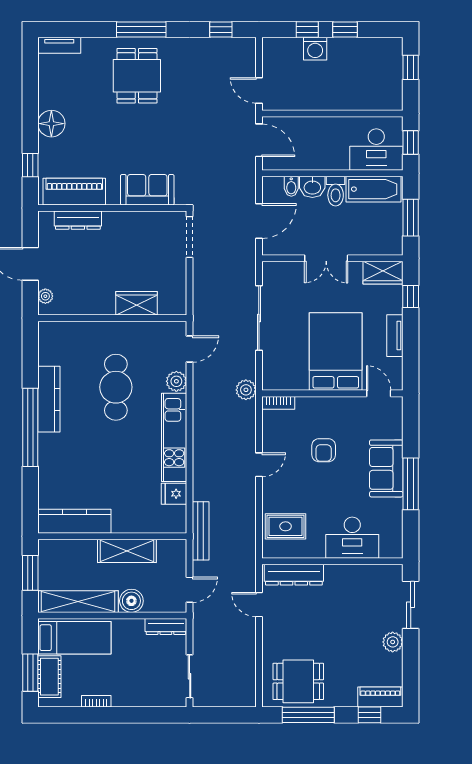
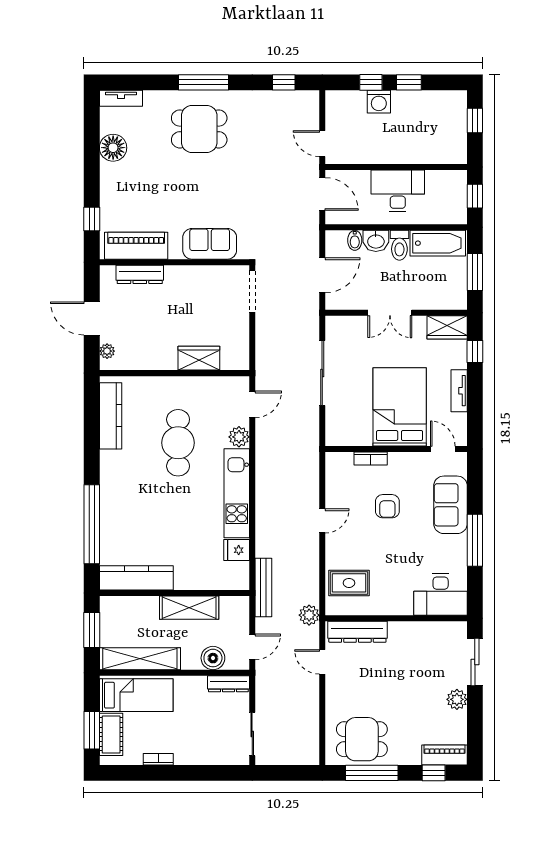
dining table: (137, 76) -> (199, 129), turned 90
floor lamp: (51, 124) -> (113, 148), moved
desk: (376, 150) -> (398, 191), moved, turned 180
plant: (246, 390) -> (309, 615), moved
kitchen counter: (49, 399) -> (111, 416), moved
bookcase: (278, 403) -> (371, 459), moved
window: (30, 427) -> (92, 524), moved
sofa: (386, 468) -> (450, 505), moved
desk: (352, 538) -> (441, 594), moved
boiler: (131, 601) -> (213, 658), moved

